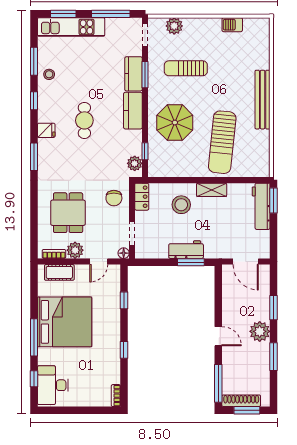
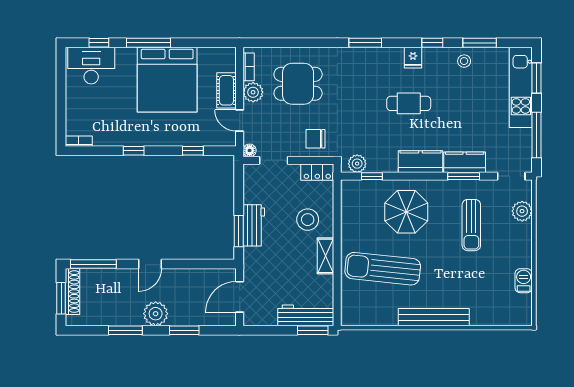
sun lounger: (186, 68) -> (471, 225), turned 180
fridge: (46, 130) -> (413, 58), moved
cot: (59, 272) -> (226, 90), moved

